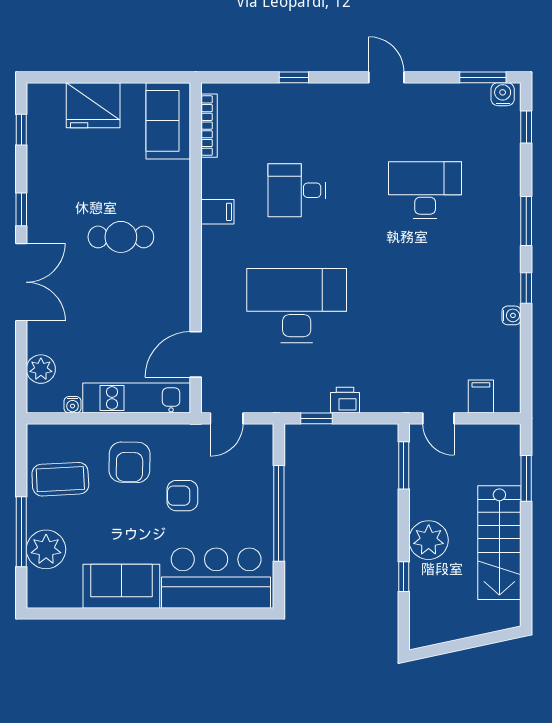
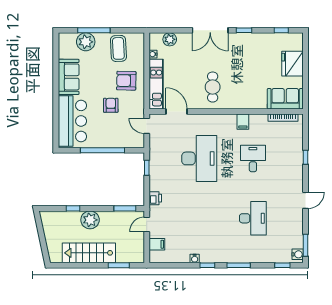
cafe table: (121, 237) -> (213, 87), moved
printer: (345, 400) -> (155, 198), moved

